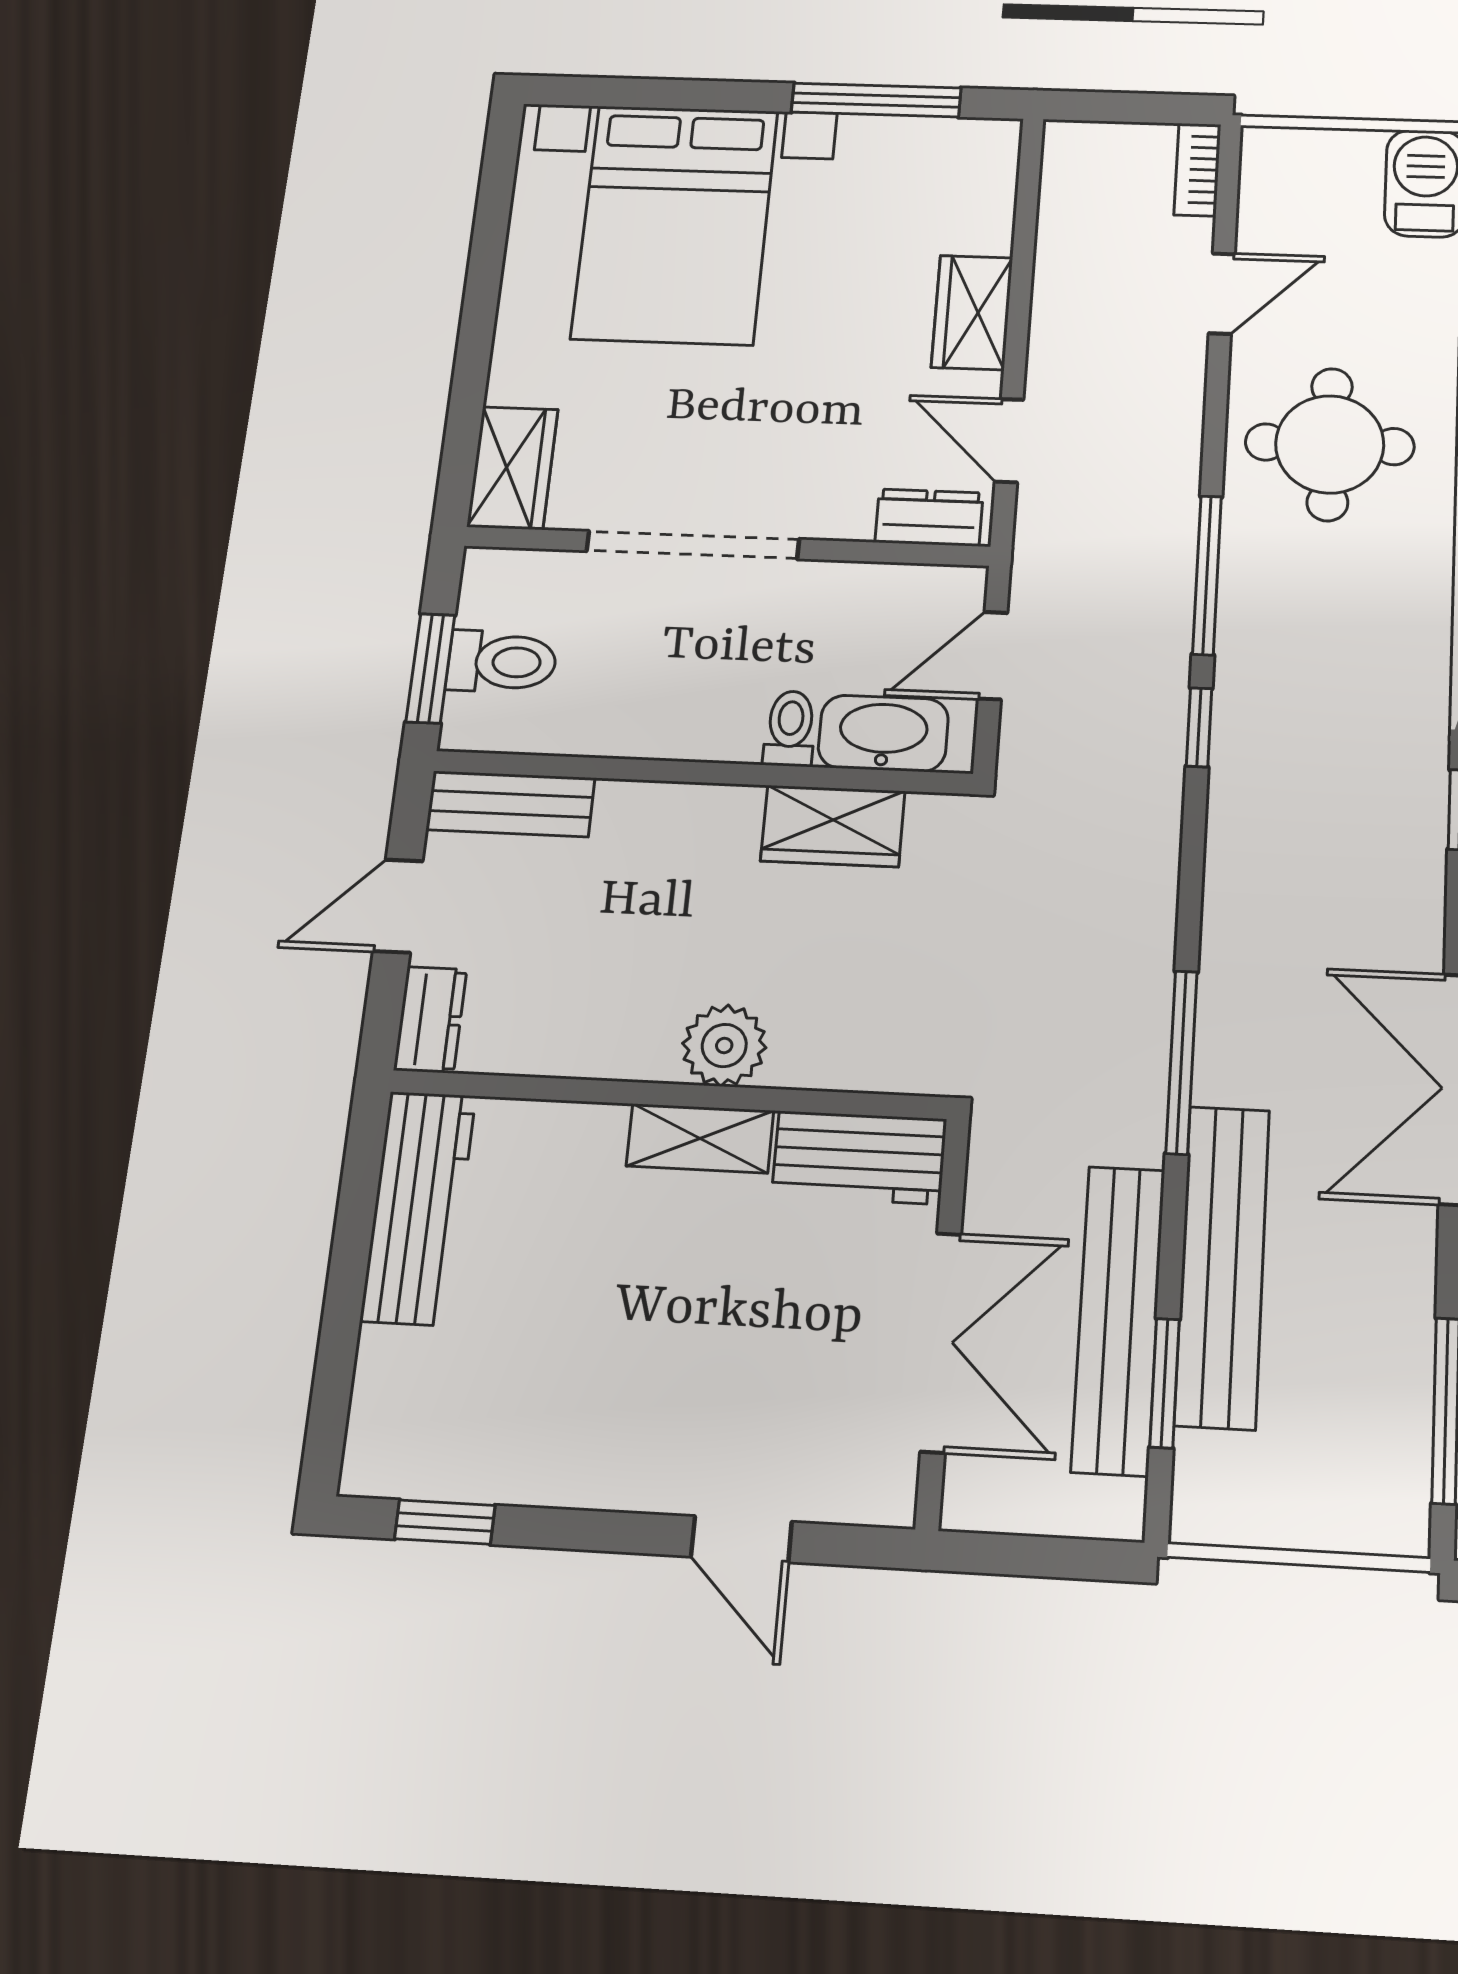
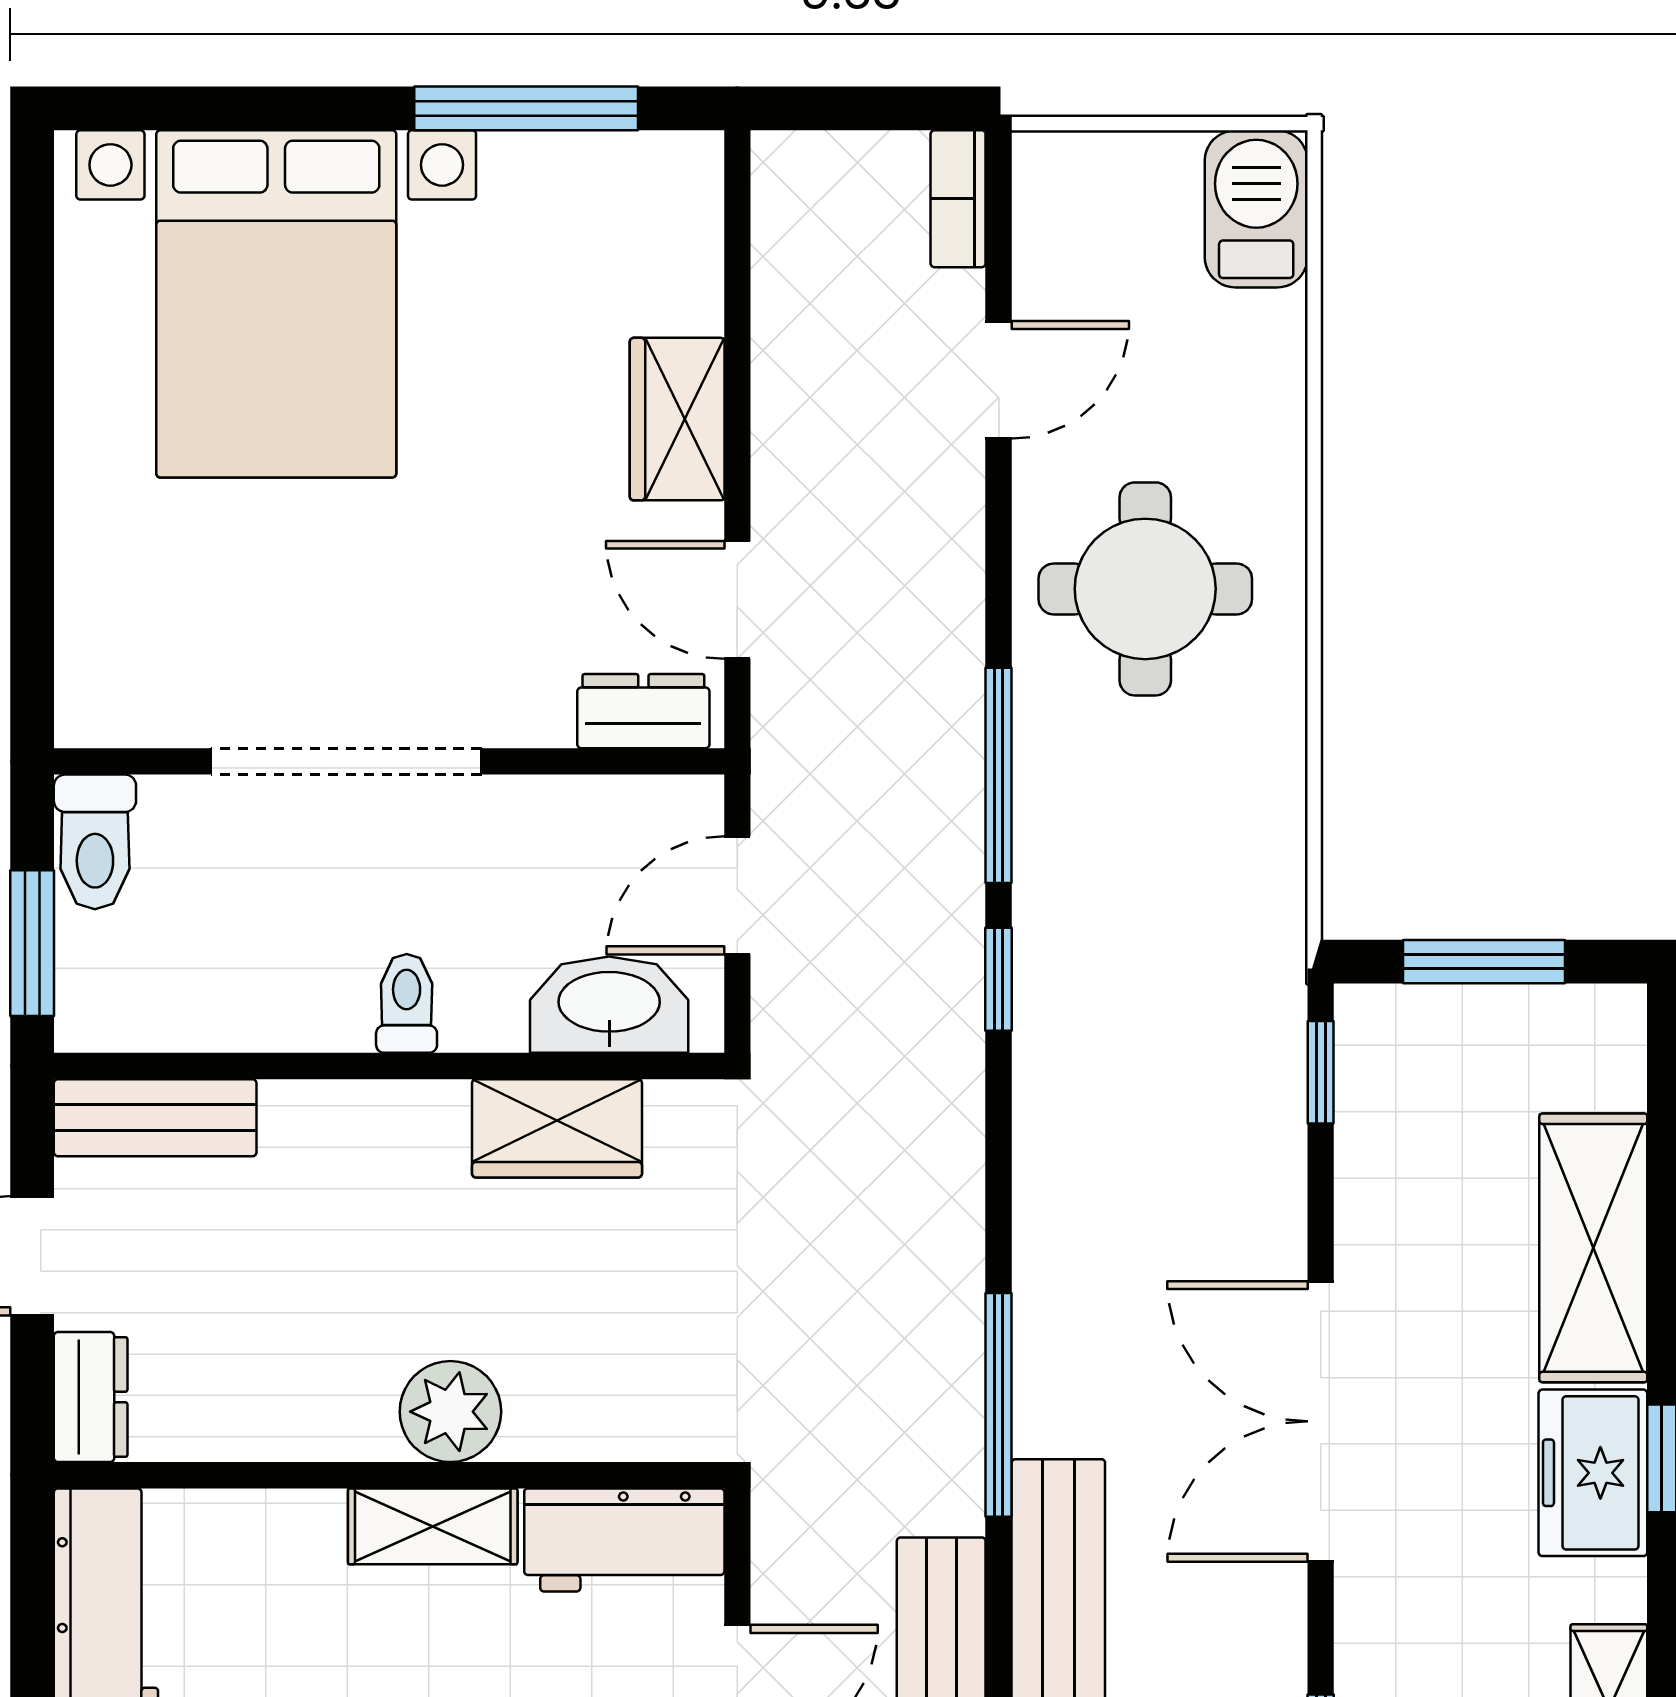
wardrobe: (513, 468) -> (103, 664), removed
toilet: (502, 662) -> (95, 842), moved, turned 90
toilet: (790, 729) -> (407, 1003), moved

